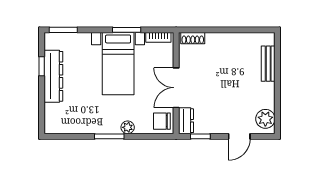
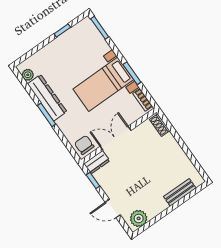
dresser: (53, 76) -> (47, 98), moved, turned -90
plant: (128, 127) -> (28, 75), moved

